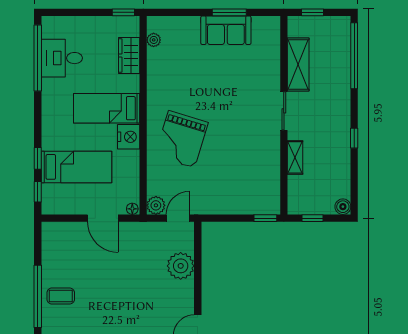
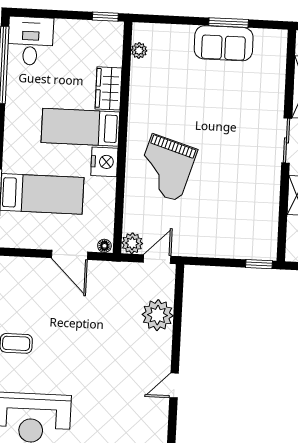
wardrobe: (129, 56) -> (109, 88), moved
desk: (62, 58) -> (30, 41), moved, turned 90

